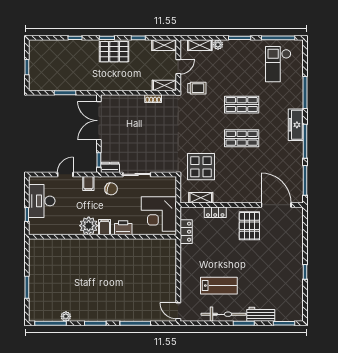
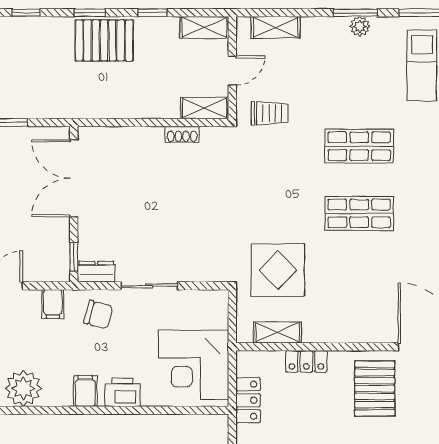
plant: (218, 45) -> (360, 26), moved
plant: (89, 226) -> (23, 388), moved

